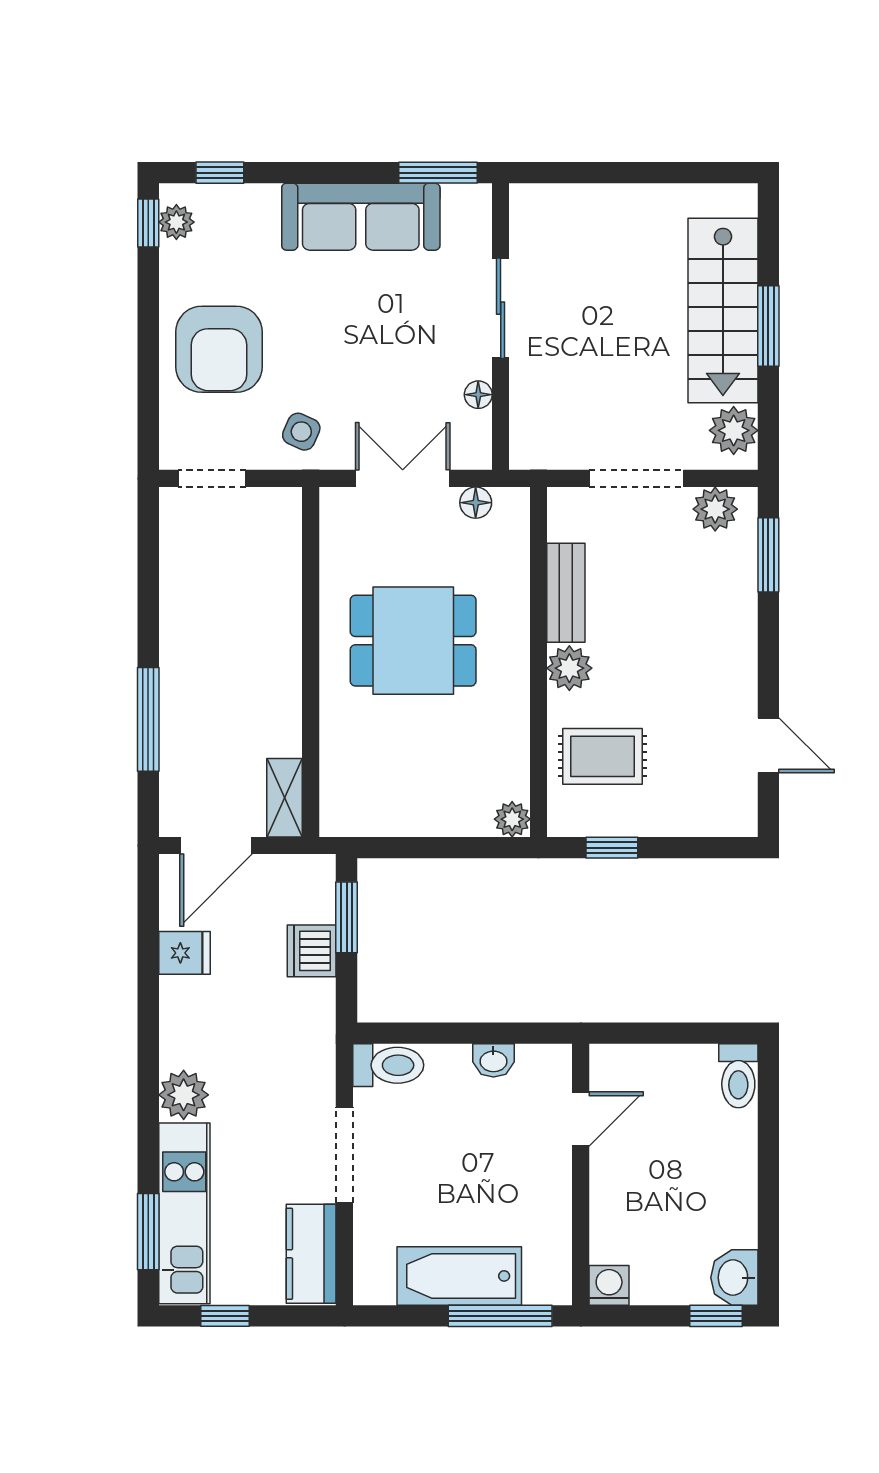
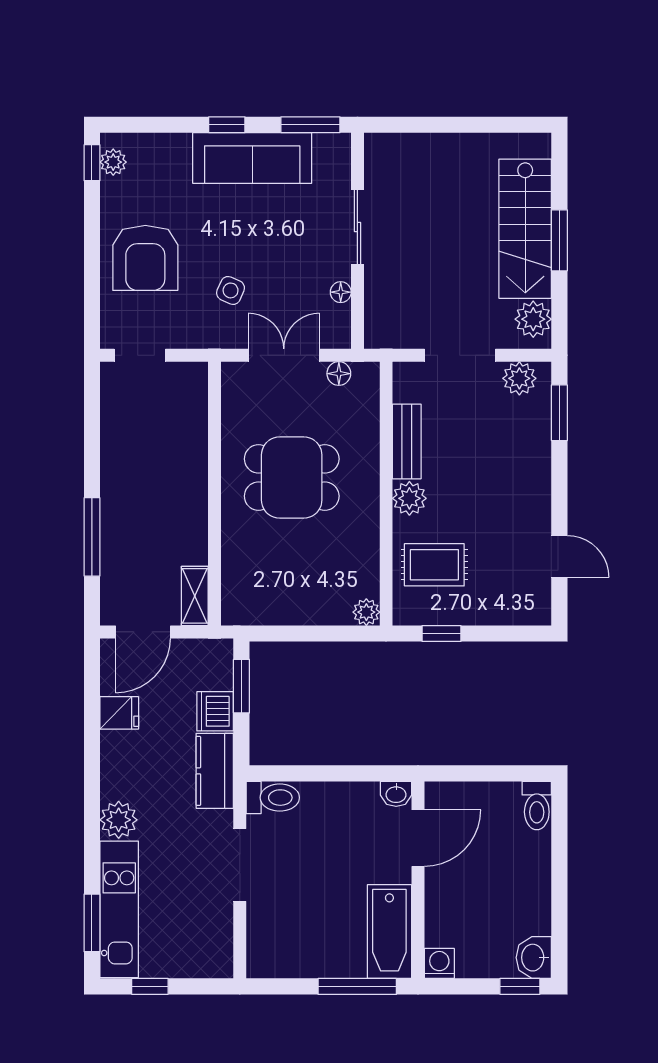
window: (220, 173) -> (227, 125), moved
side table: (301, 432) -> (231, 290), moved
washbasin: (493, 1060) -> (396, 794), moved
door: (581, 1119) -> (418, 838), width x1.38
kitchen counter: (311, 1254) -> (215, 771), moved
bathtub: (459, 1276) -> (389, 932), moved, turned -90

